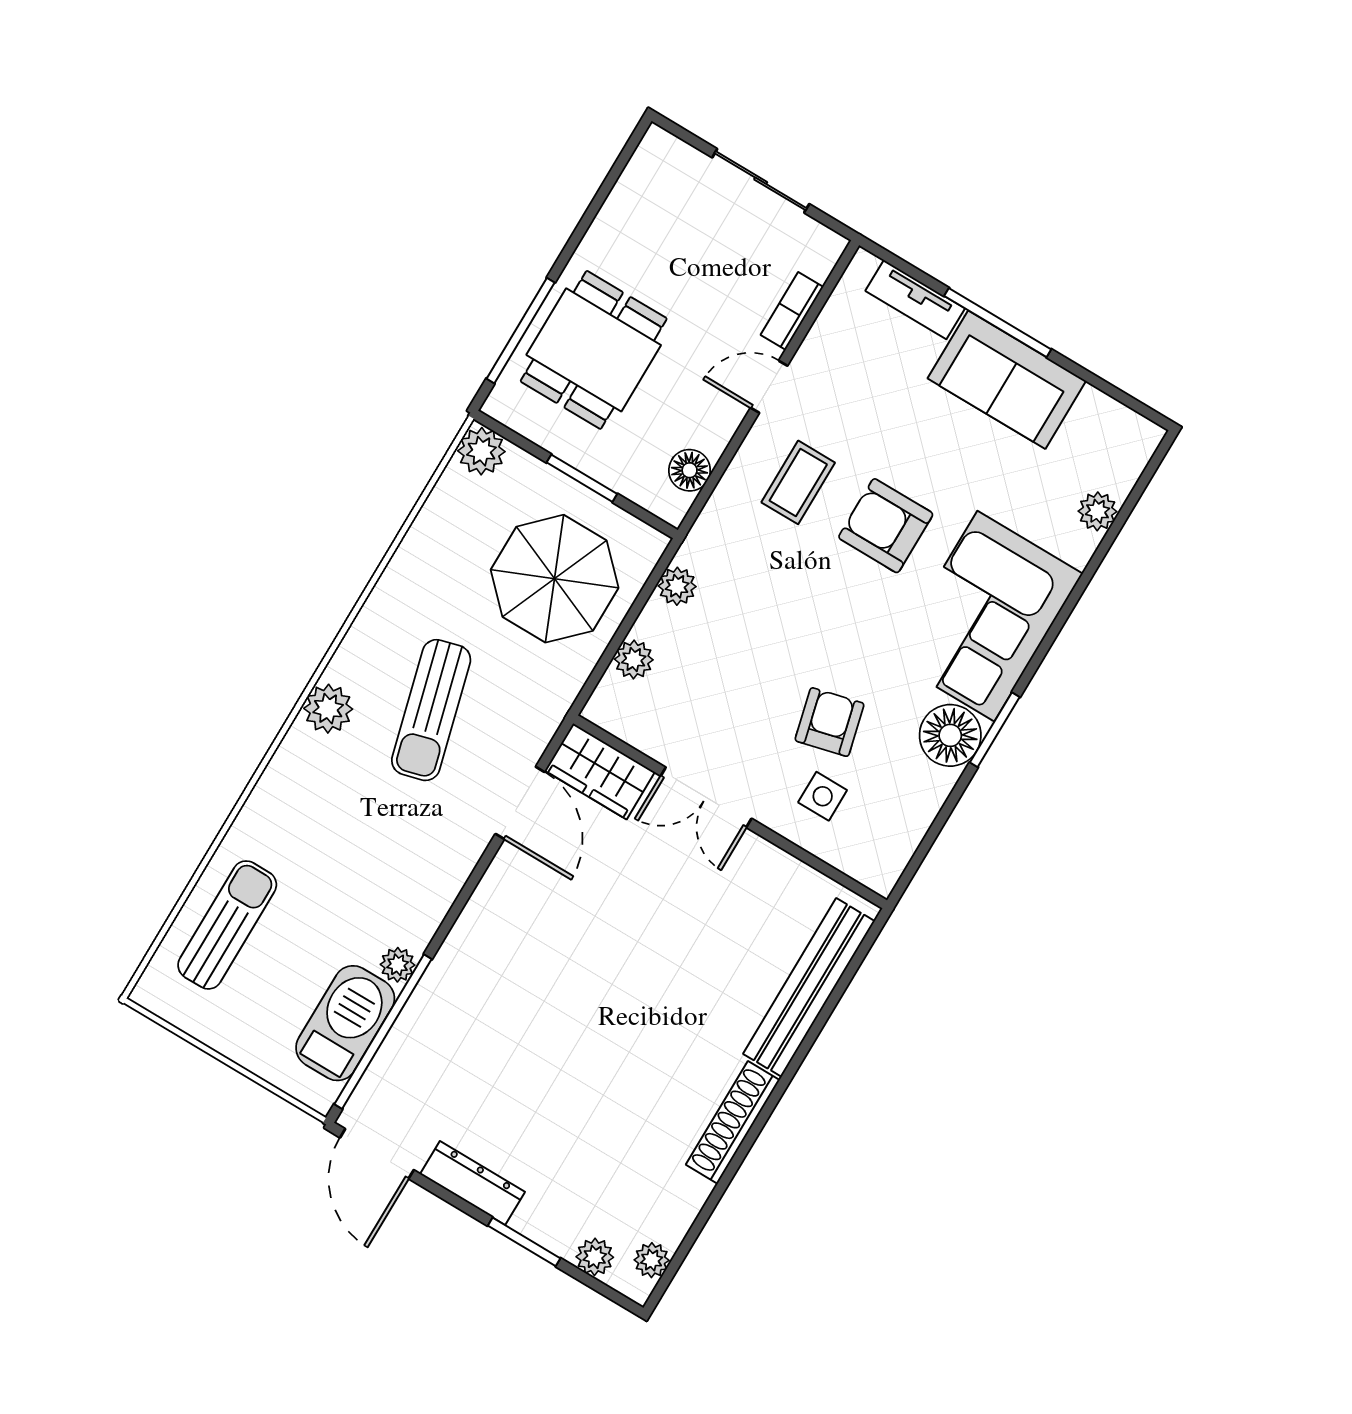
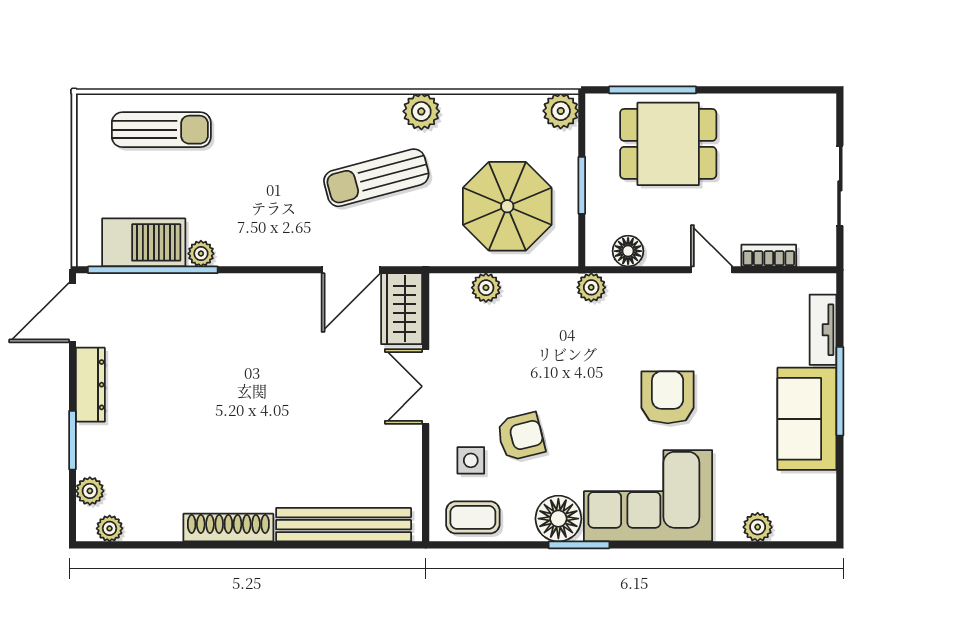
coffee table: (798, 482) -> (473, 517), moved
plant: (677, 586) -> (591, 287), moved
plant: (328, 709) -> (421, 111), moved

